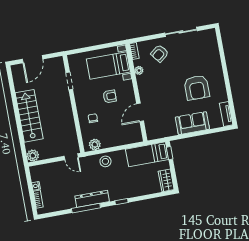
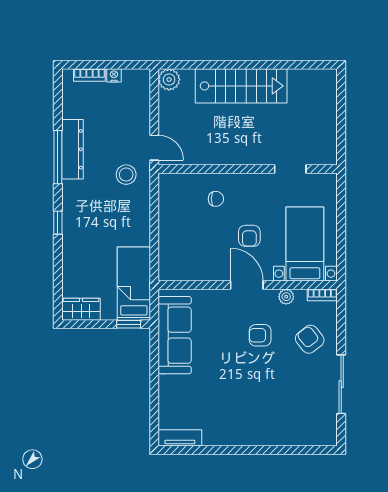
door: (33, 59) -> (341, 111), removed
armchair: (197, 88) -> (260, 335), moved, width x0.53, depth x0.53
door: (140, 112) -> (247, 285), moved
sofa: (192, 123) -> (175, 335), moved, width x1.36
plant: (95, 144) -> (169, 194), removed
door: (71, 157) -> (154, 148), swing flipped
stool: (105, 161) -> (126, 175), moved
dresser: (92, 199) -> (72, 149), moved

